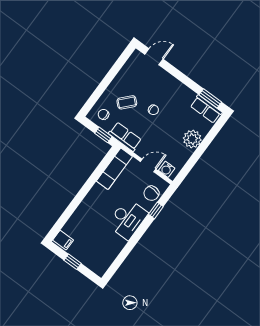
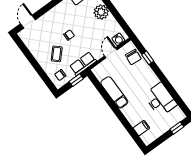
exam couch: (114, 169) -> (114, 92), moved
desk: (128, 219) -> (160, 100), moved
filing cabinet: (63, 240) -> (141, 128), moved
window: (73, 262) -> (177, 128), moved

